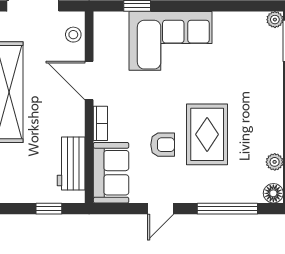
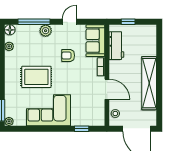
corner sofa: (171, 41) -> (48, 110), moved
rug: (207, 134) -> (36, 77), moved, turned 90
plant: (205, 192) -> (46, 31), added

